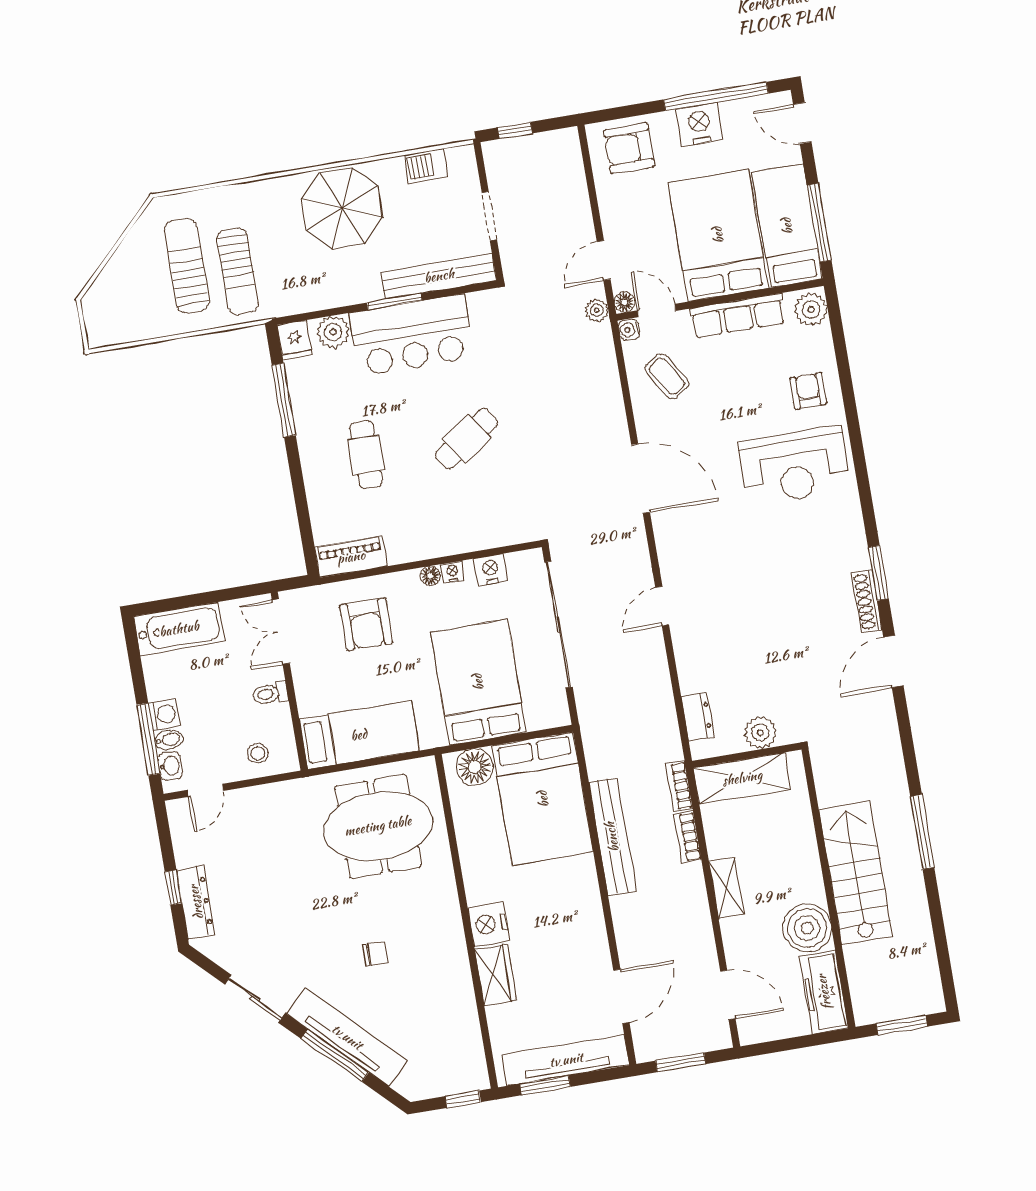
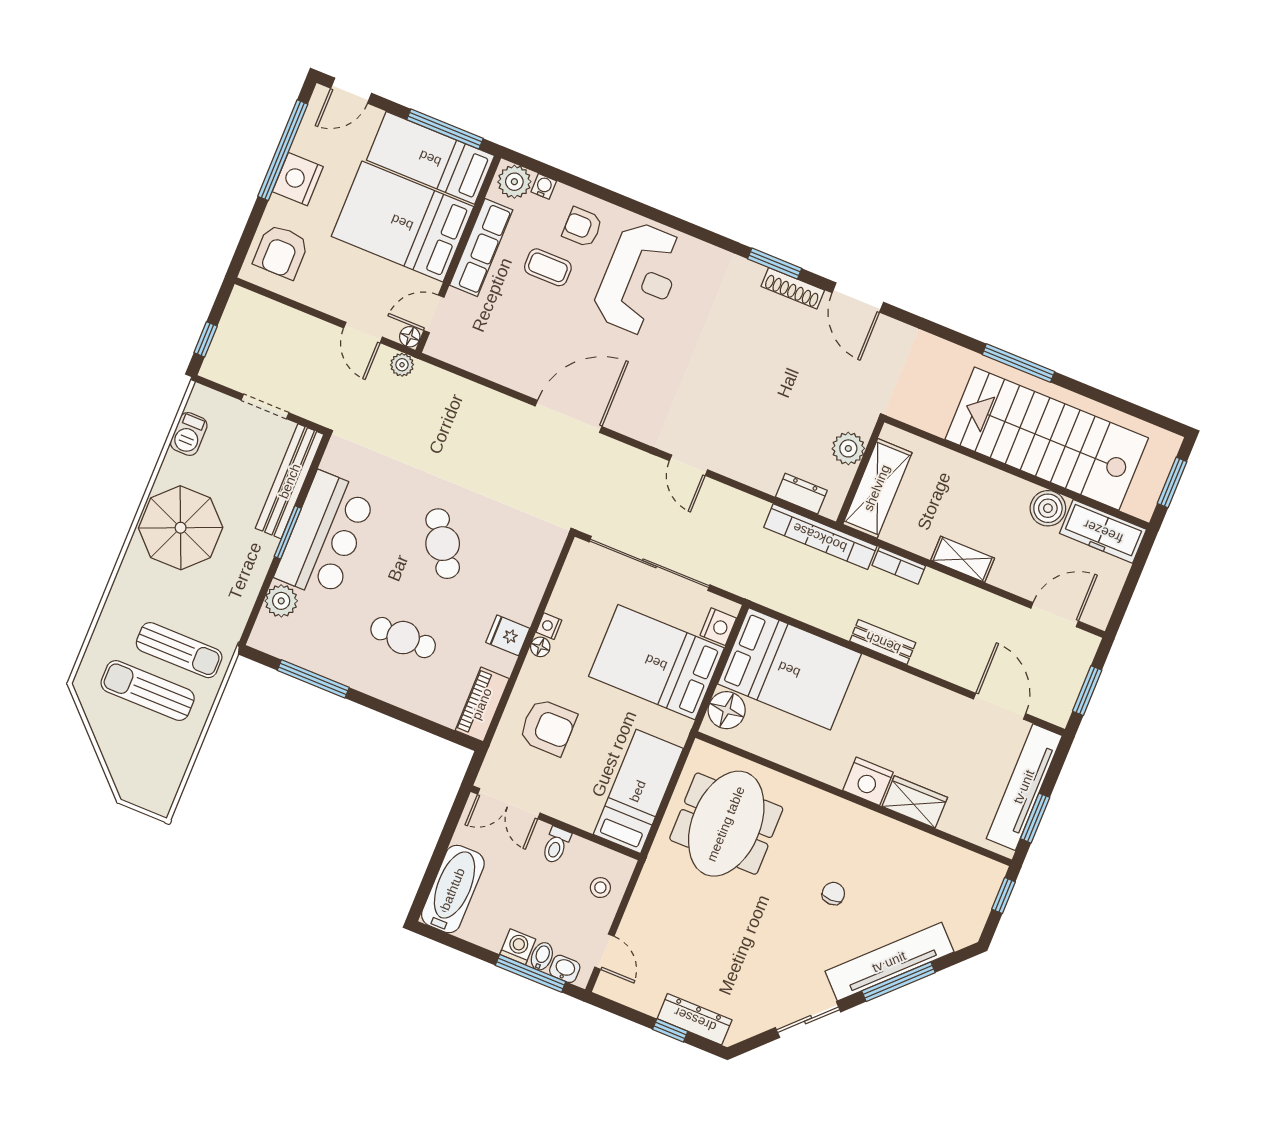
water cooler: (629, 330) -> (544, 186), moved, turned 180
fridge: (295, 340) -> (508, 635), moved, turned 180
coffee table: (667, 376) -> (548, 267), moved, turned 32
nightstand: (491, 570) -> (718, 627), moved, turned 180
bookcase: (679, 786) -> (820, 537), width x2.31, depth x1.31
bench: (612, 837) -> (883, 642), width x0.54, depth x0.82
stairs: (856, 873) -> (1047, 439), width x1.36, depth x1.51
boiler: (807, 928) -> (1048, 508), width x0.73, depth x0.73

